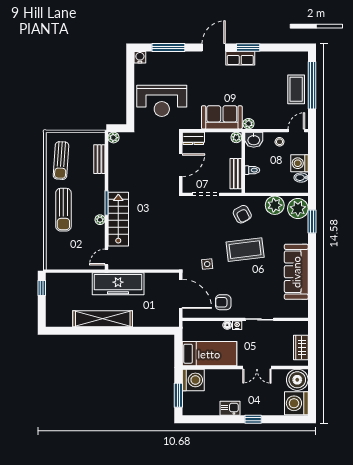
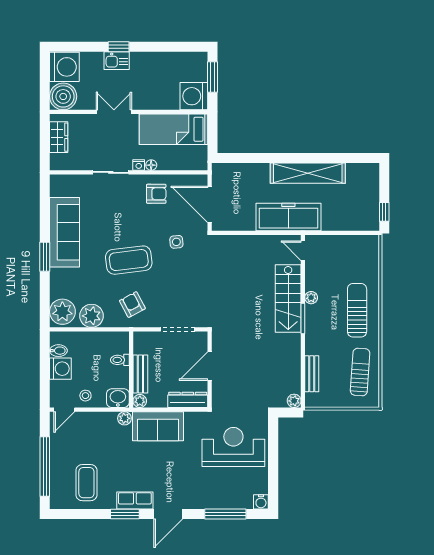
coffee table: (296, 89) -> (86, 483), moved
dresser: (193, 138) -> (188, 400), width x1.44
bench: (236, 174) -> (140, 374), moved
window: (312, 221) -> (45, 257), moved
door: (107, 257) -> (303, 251), swing flipped
kitchen sink: (230, 408) -> (117, 61), moved

